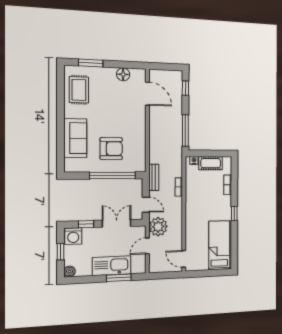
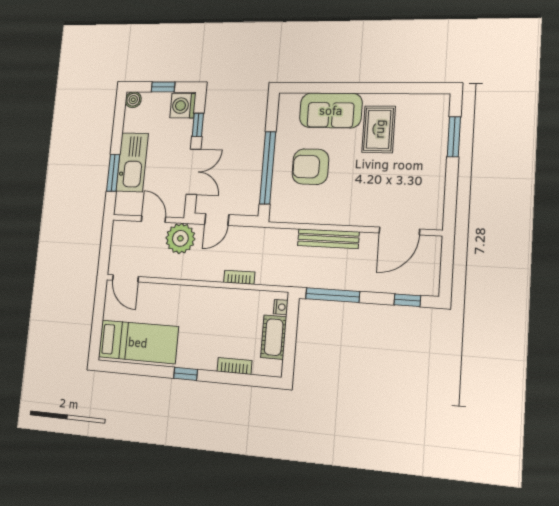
floor lamp: (123, 74) -> (434, 190), removed
rug: (79, 90) -> (379, 129), moved, turned 90
armchair: (111, 149) -> (310, 167), turned 90
bench: (154, 177) -> (328, 239), moved, width x1.36
door: (184, 259) -> (126, 278), swing flipped

